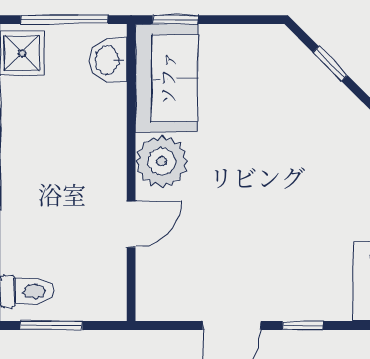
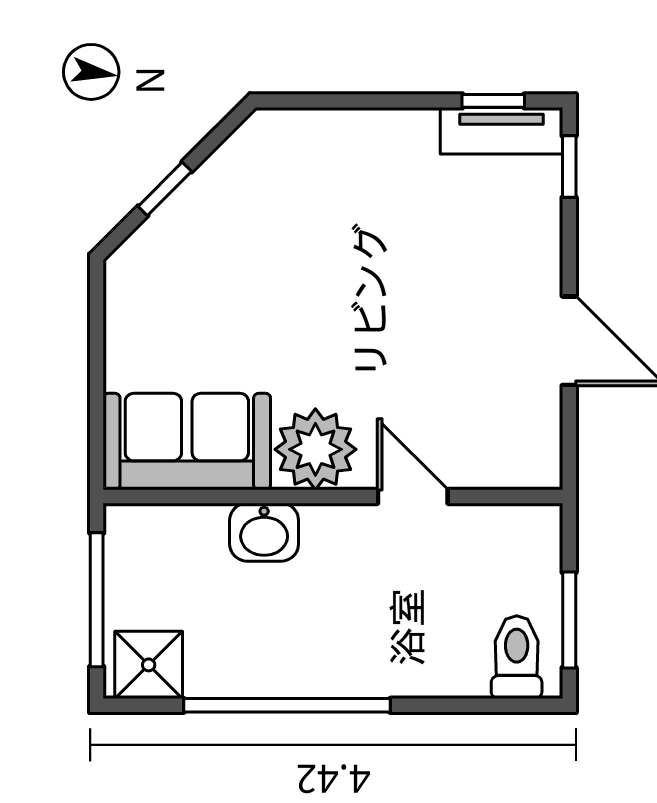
window: (175, 20) -> (97, 428), removed
washbasin: (108, 60) -> (264, 532), moved
window: (303, 326) -> (569, 167), moved

